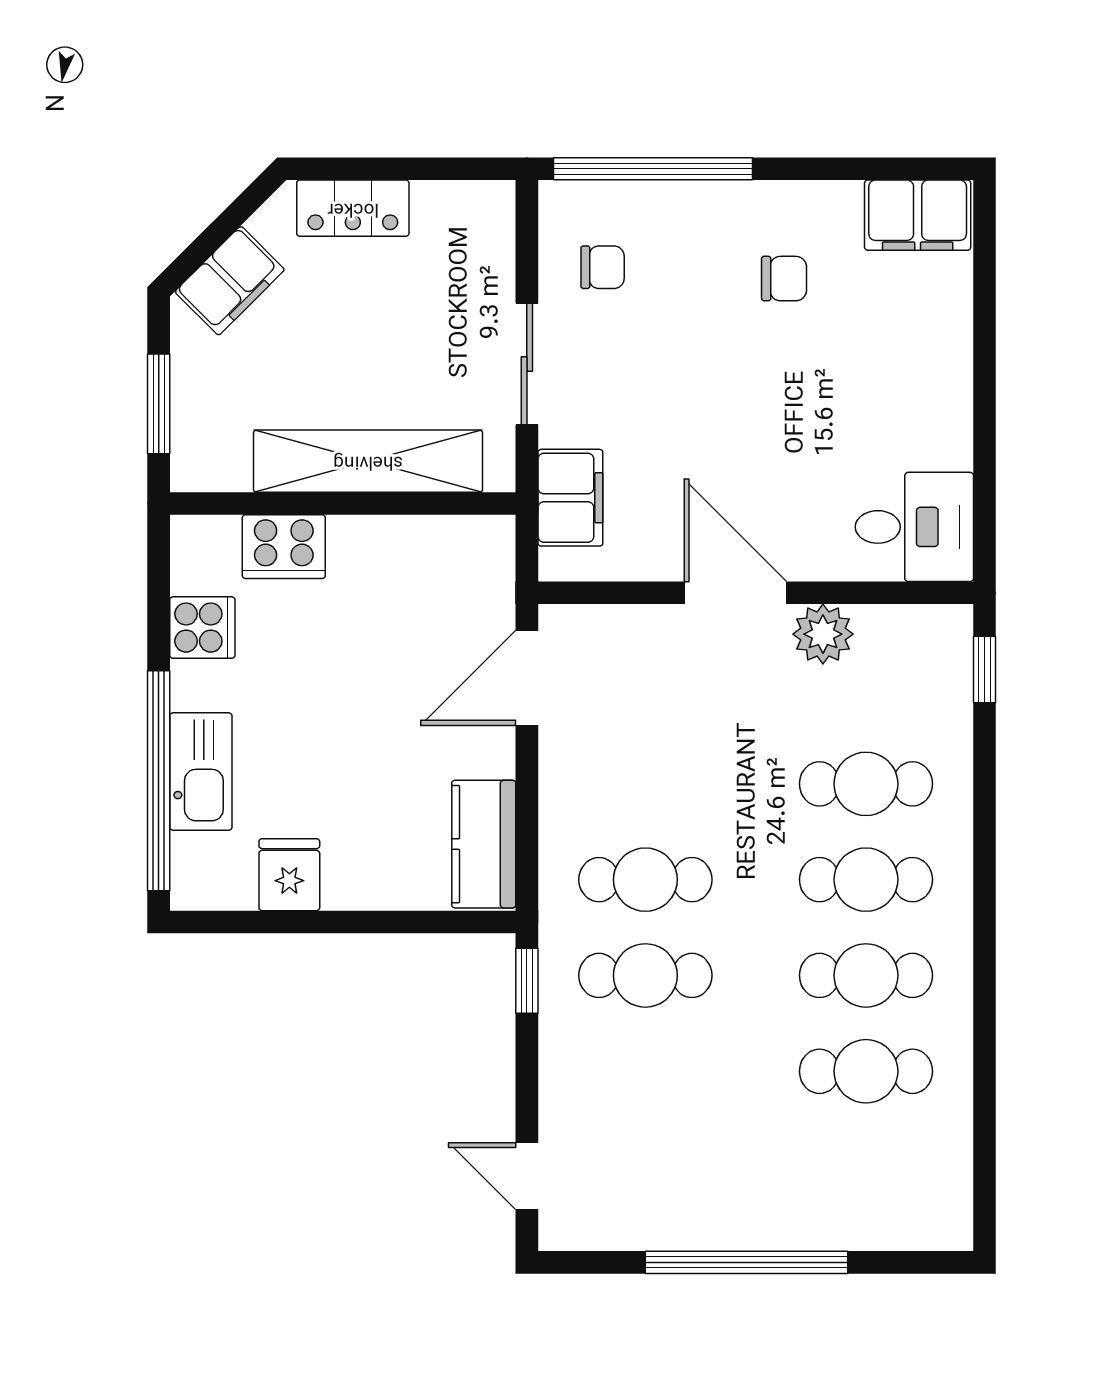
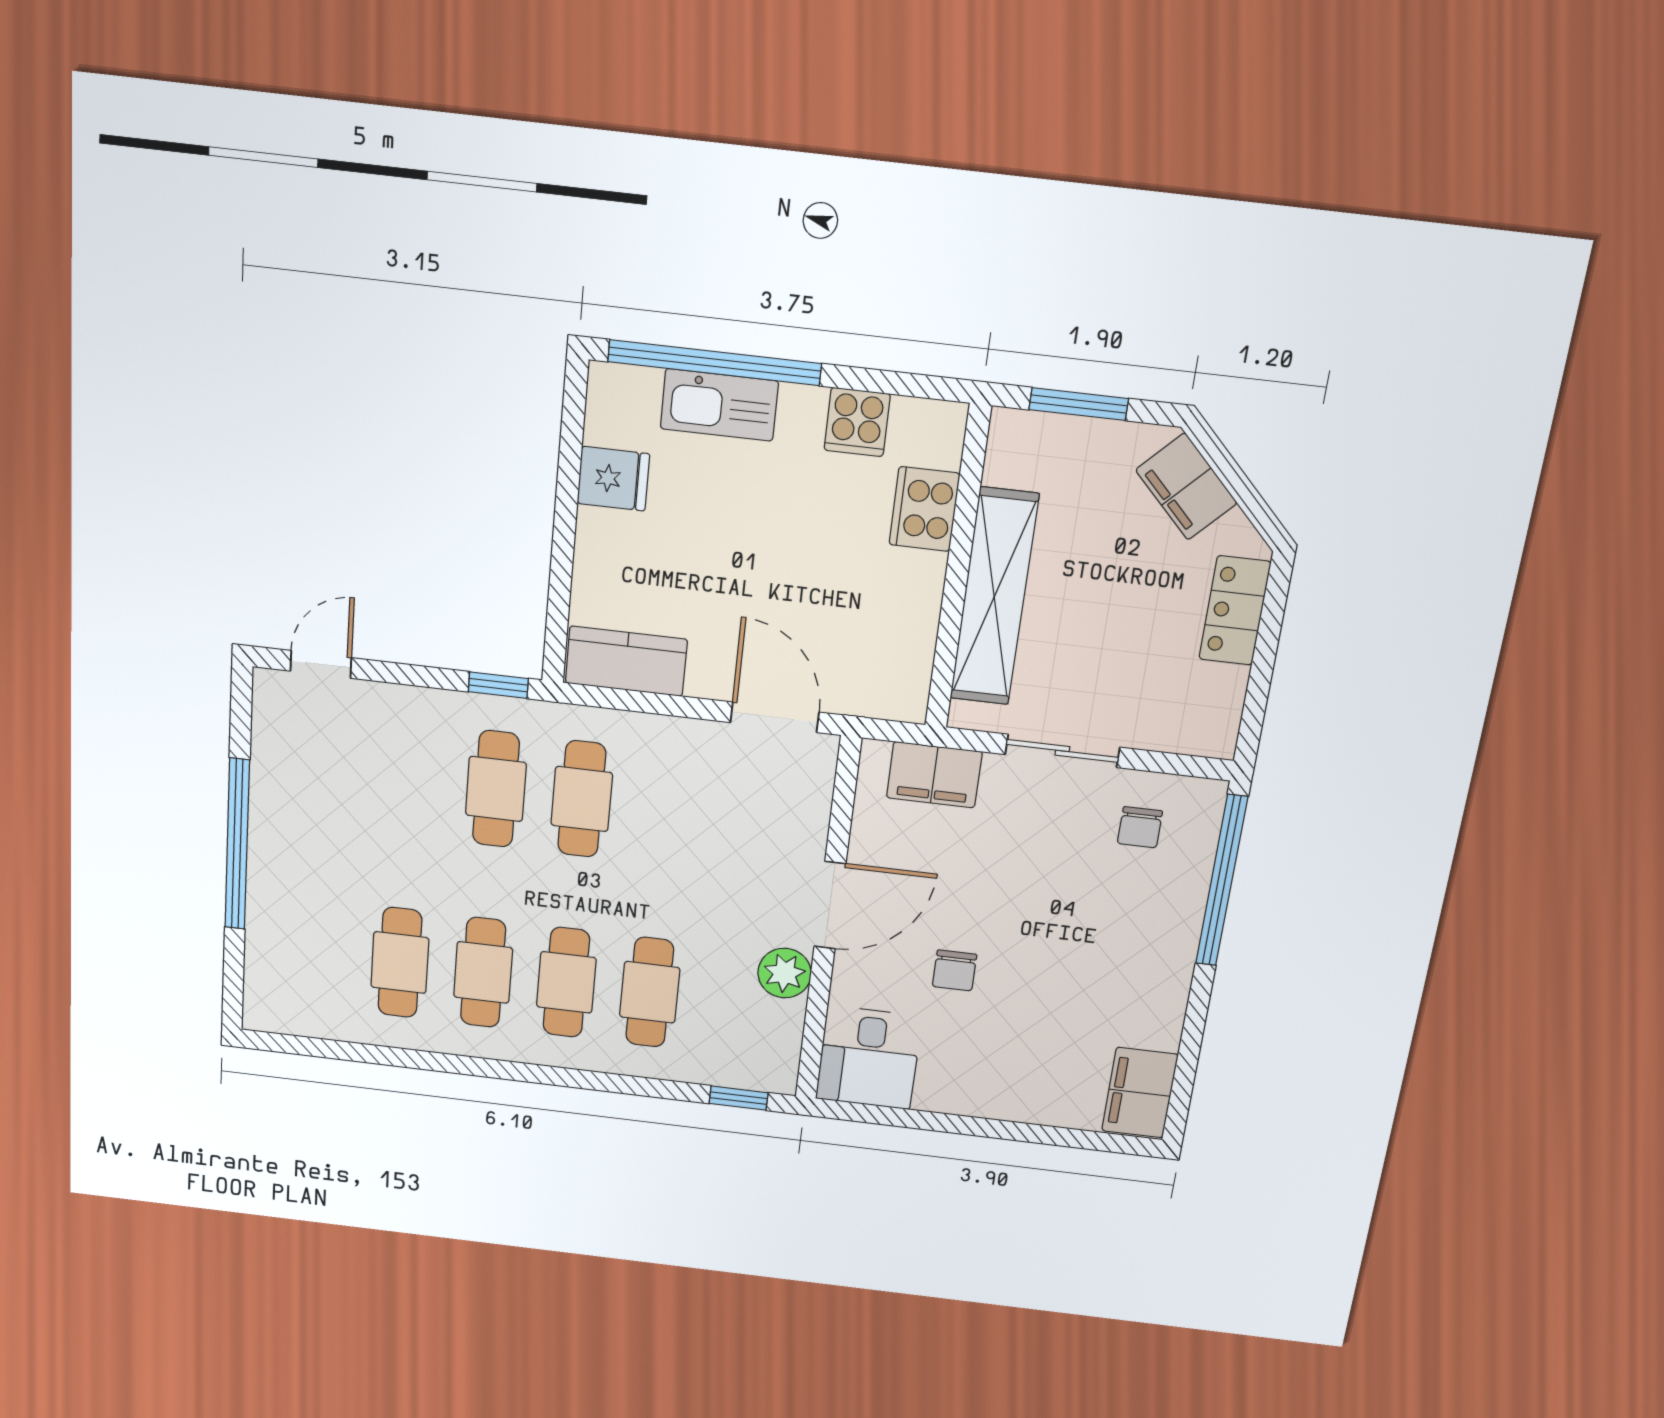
chair: (784, 279) -> (954, 970), moved

